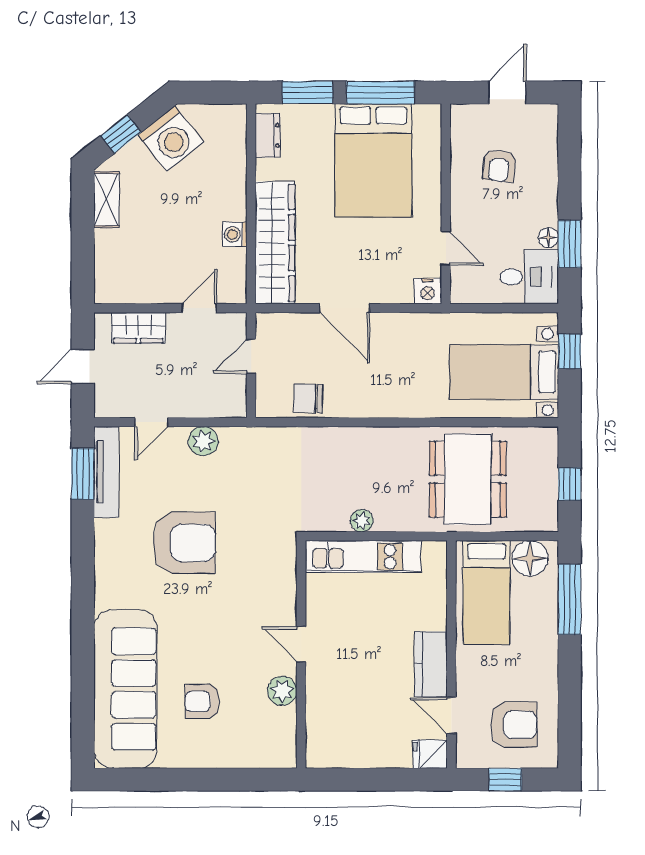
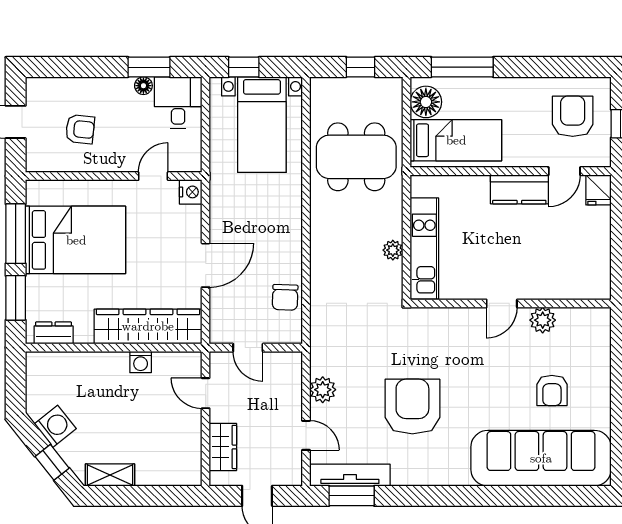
washing machine: (171, 139) -> (55, 426), width x0.73, depth x0.73

